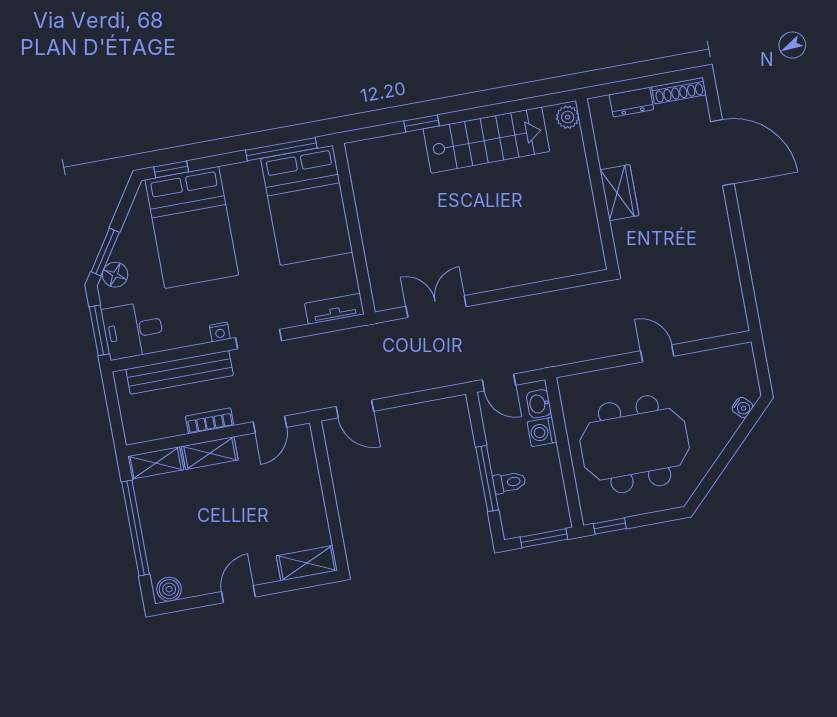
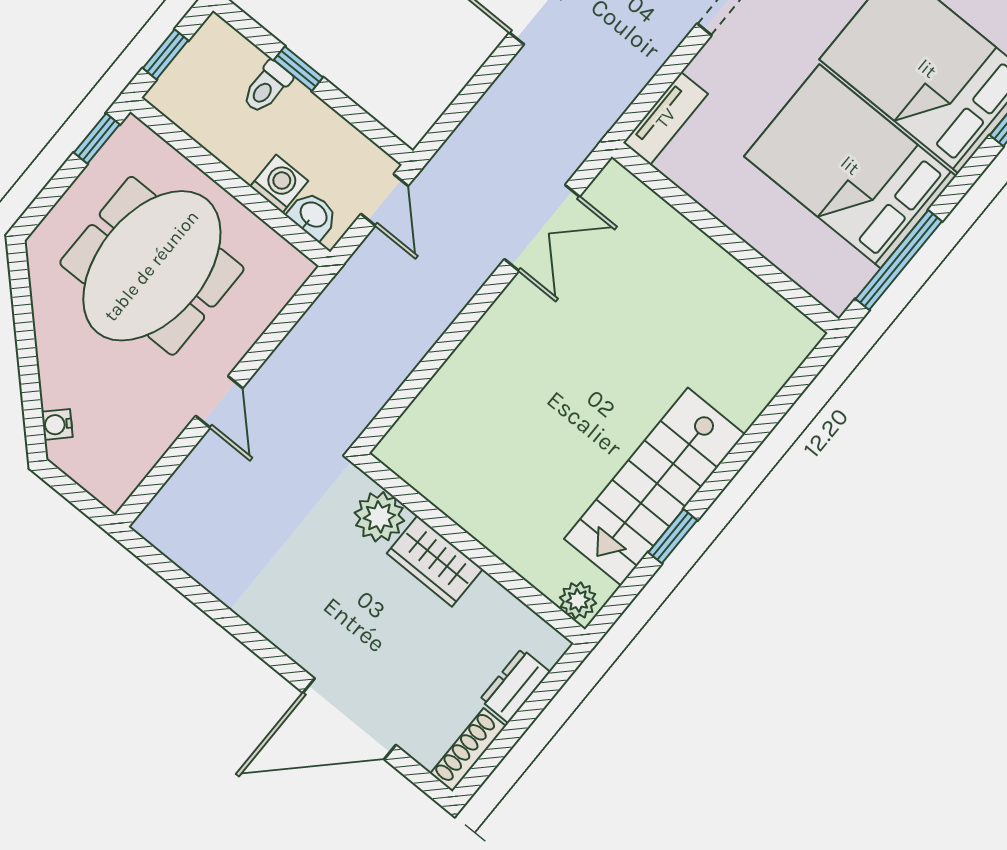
window: (421, 123) -> (673, 536), moved
bed: (307, 205) -> (850, 166), moved
plant: (628, 236) -> (379, 517), added
door: (657, 353) -> (219, 402), hinge flipped
door: (499, 382) -> (385, 200), swing flipped
window: (487, 479) -> (298, 69), width x0.46
window: (544, 538) -> (166, 54), width x0.67

